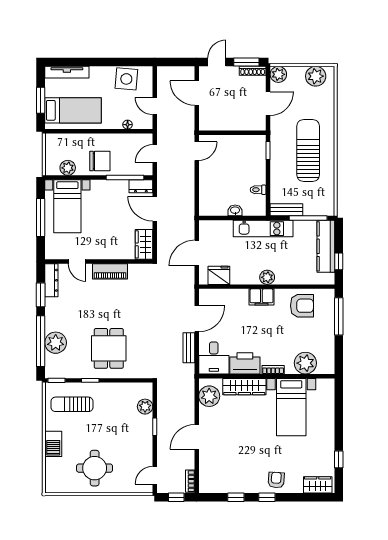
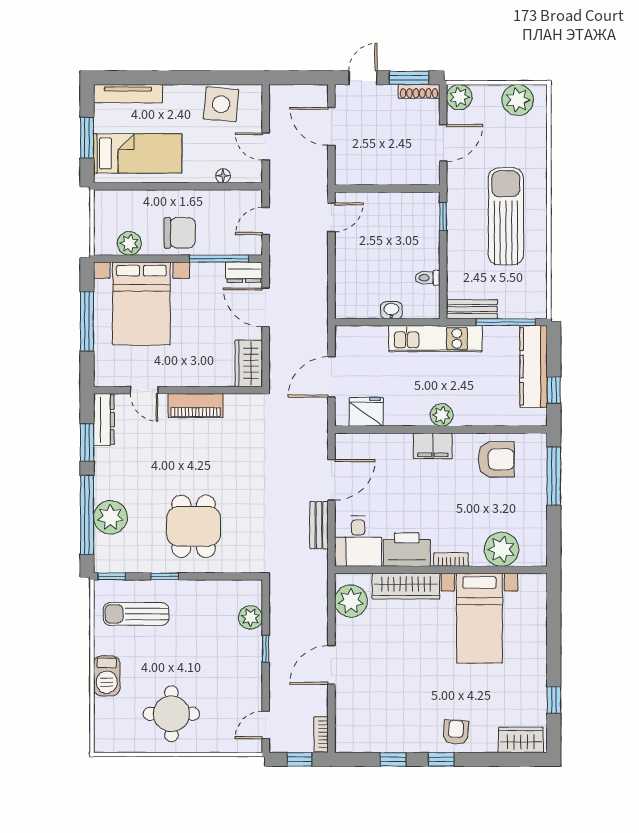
bed with nightstands: (67, 206) -> (141, 304), width x1.36

